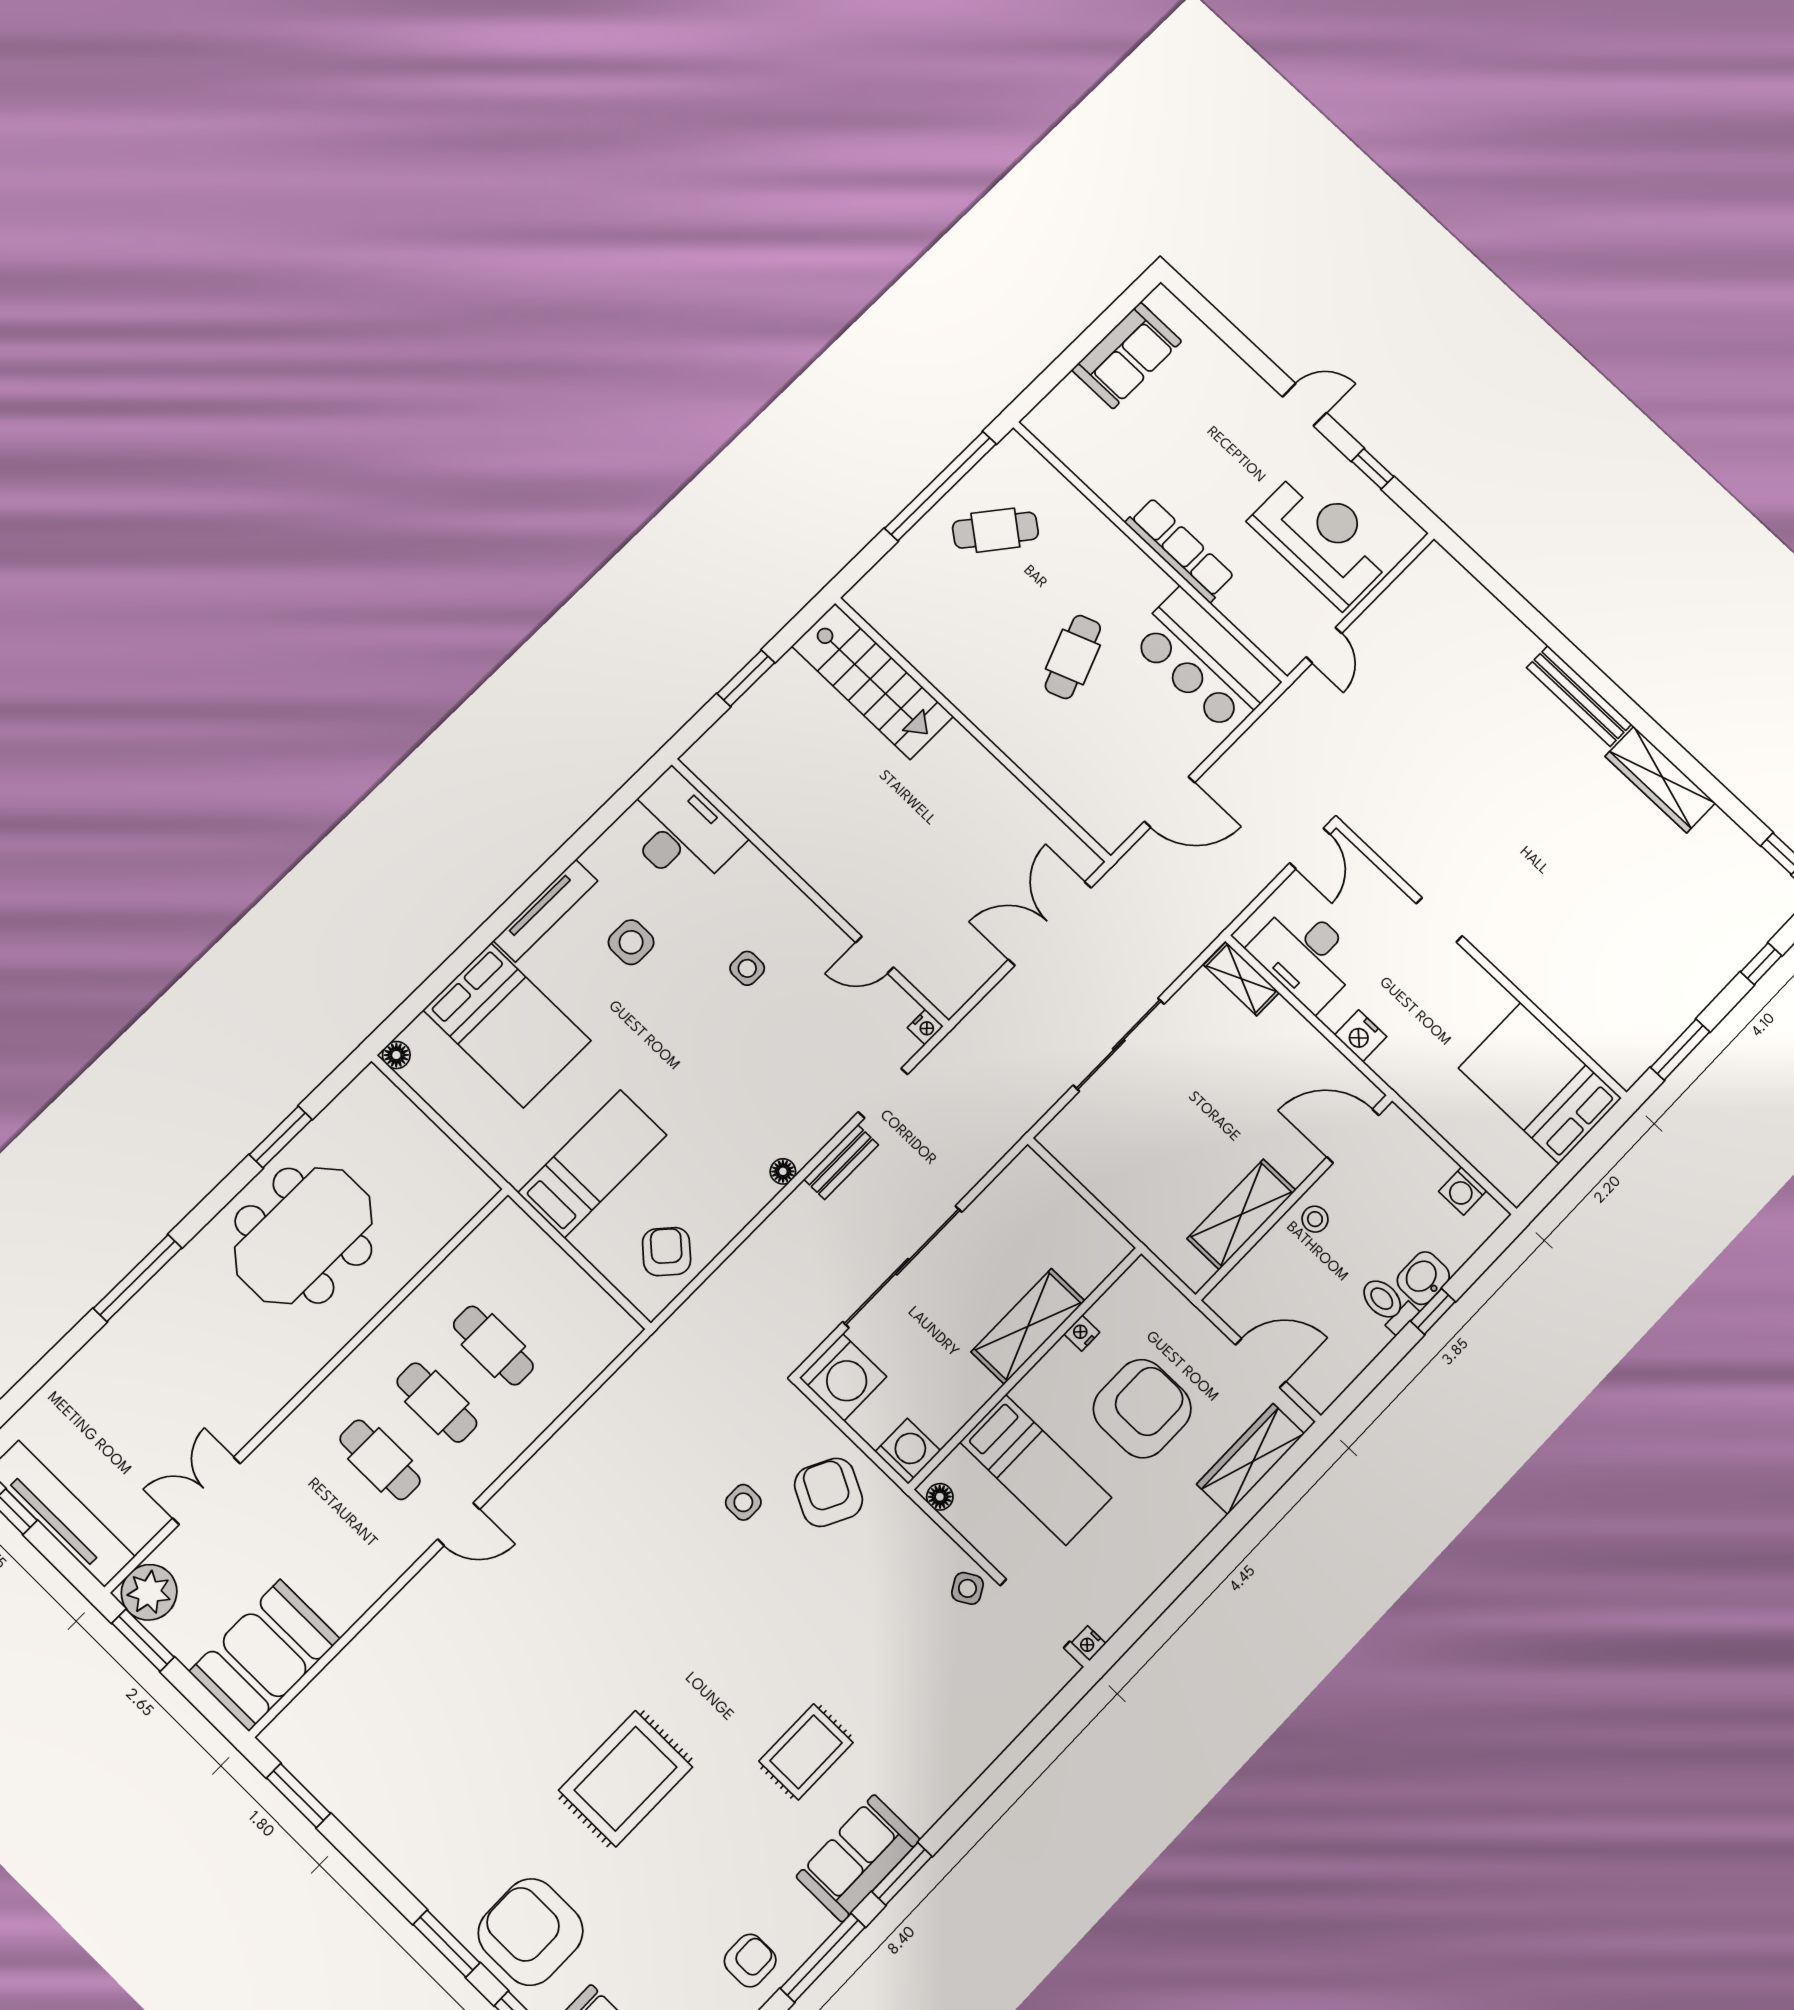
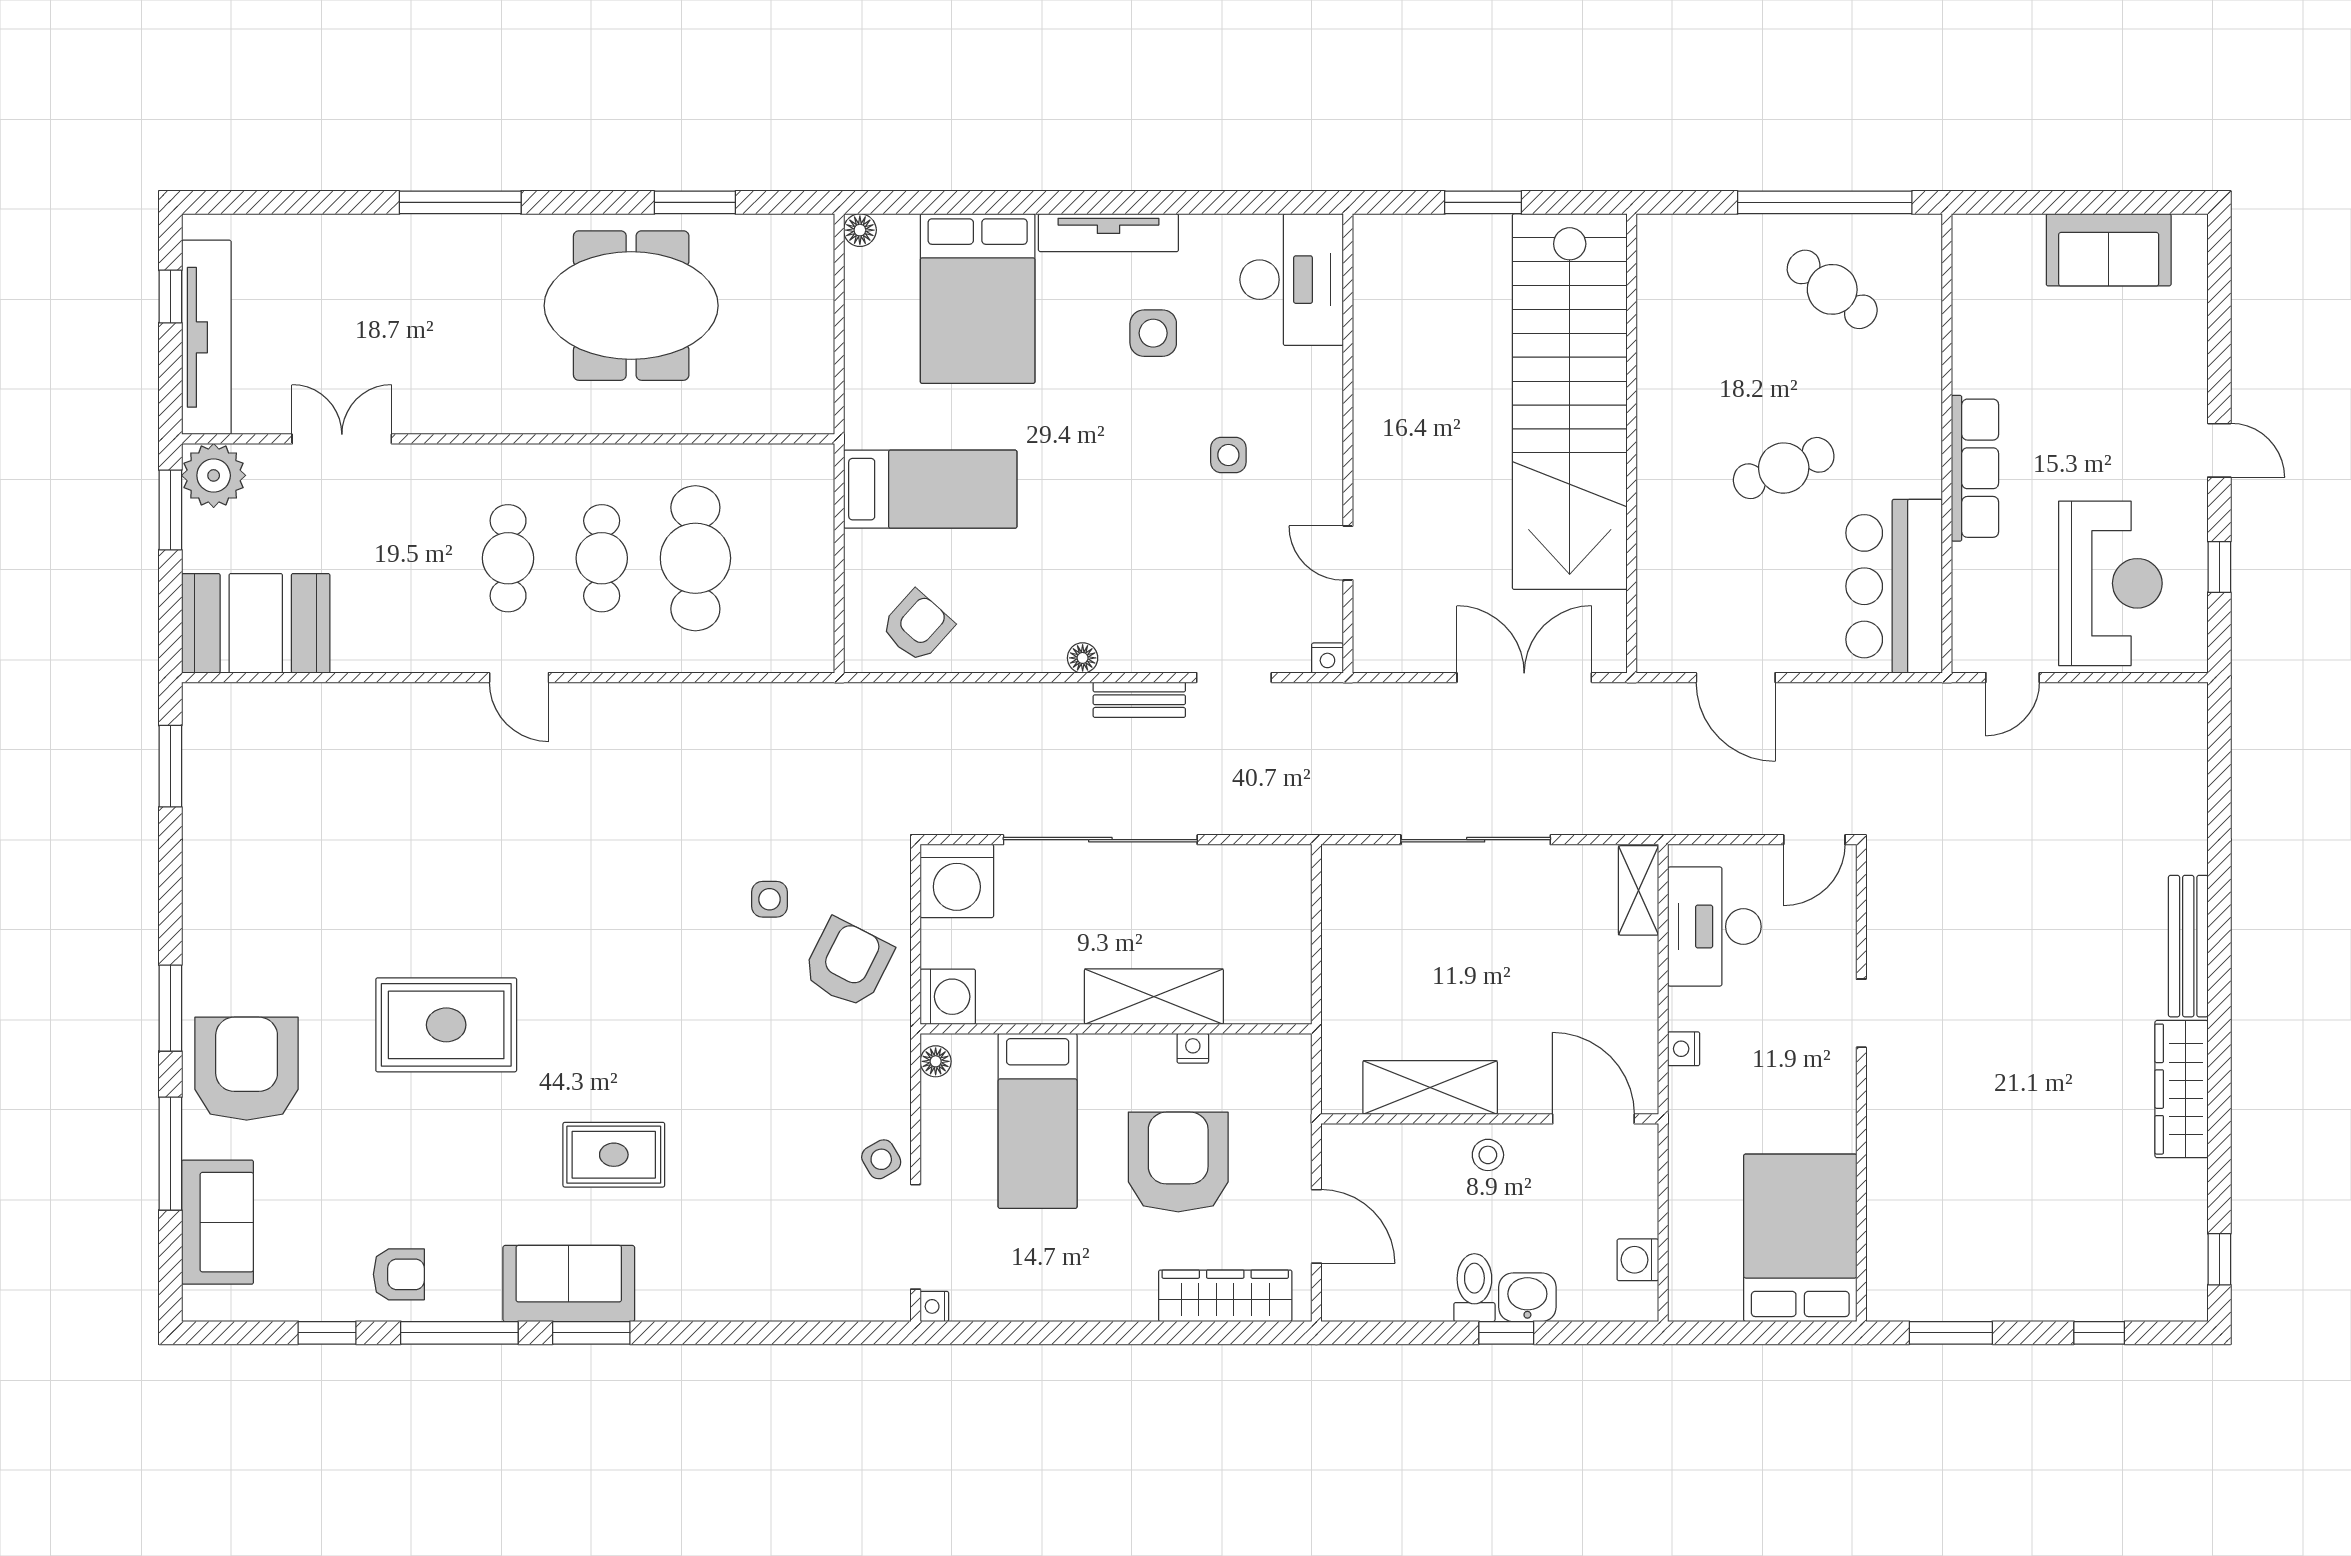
stairs: (872, 681) -> (1570, 402), width x1.86, depth x1.51
nightstand: (1361, 1036) -> (1684, 1049), width x0.72, depth x0.74
cafe table: (493, 1346) -> (695, 558), width x1.37, depth x1.35
armchair: (1142, 1409) -> (1178, 1162), turned -90

